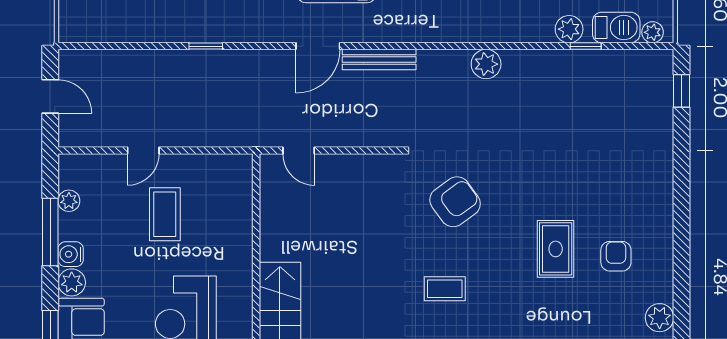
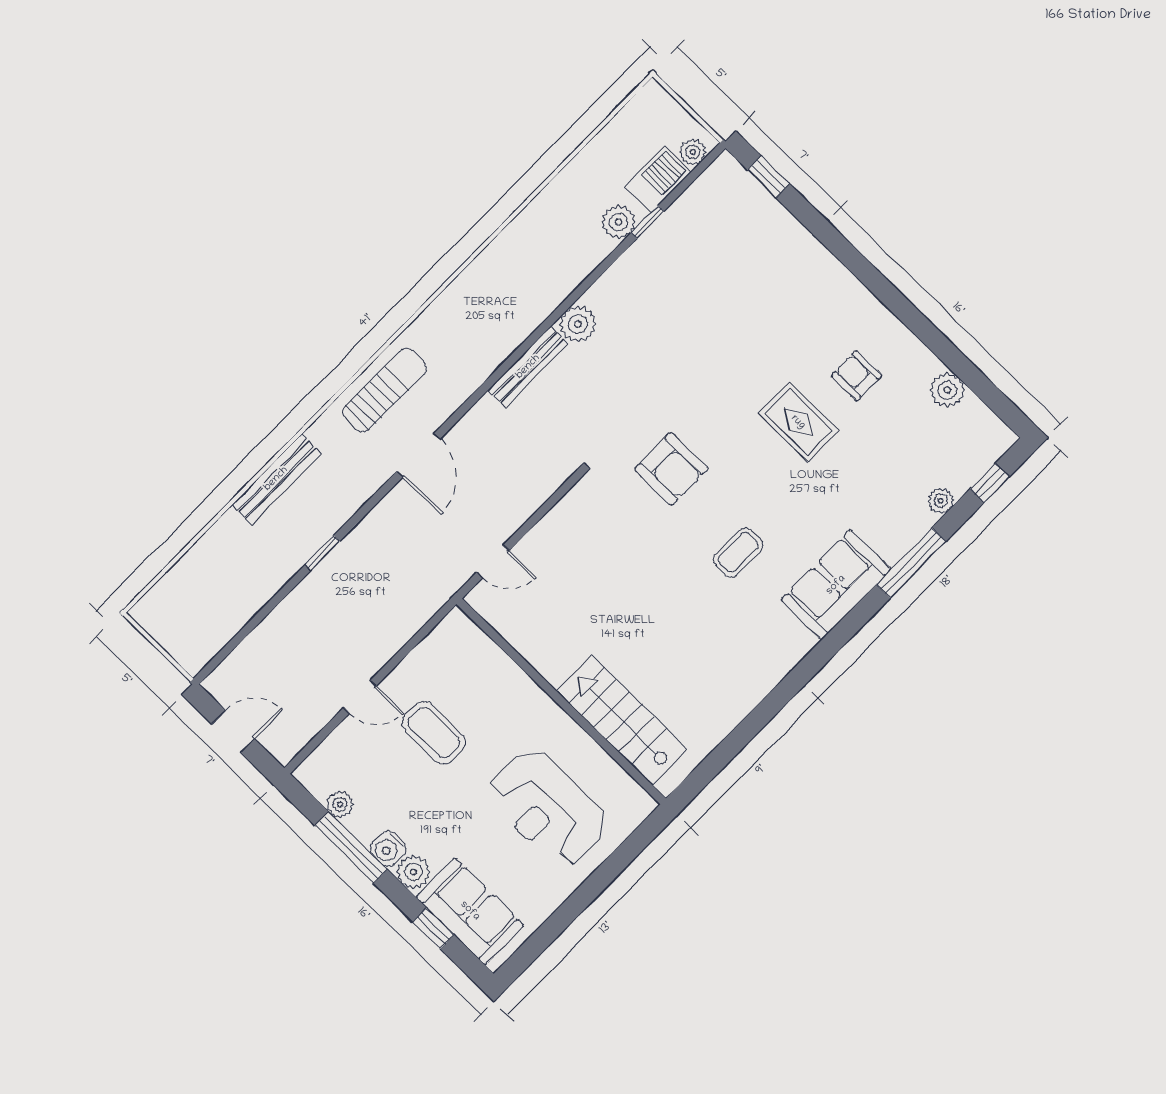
bench: (379, 59) -> (528, 367), moved
door: (143, 151) -> (360, 697), hinge flipped
armchair: (455, 202) -> (671, 469), turned 126

